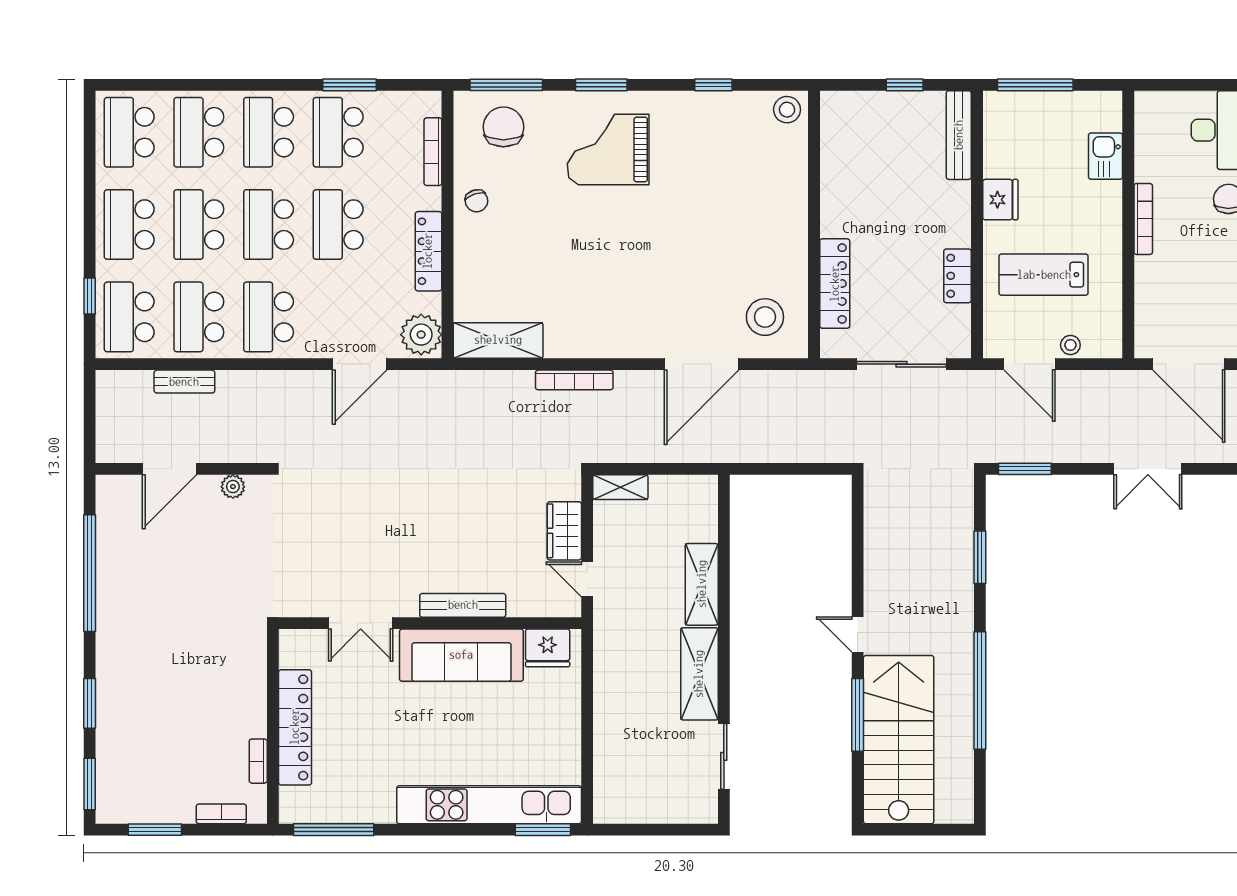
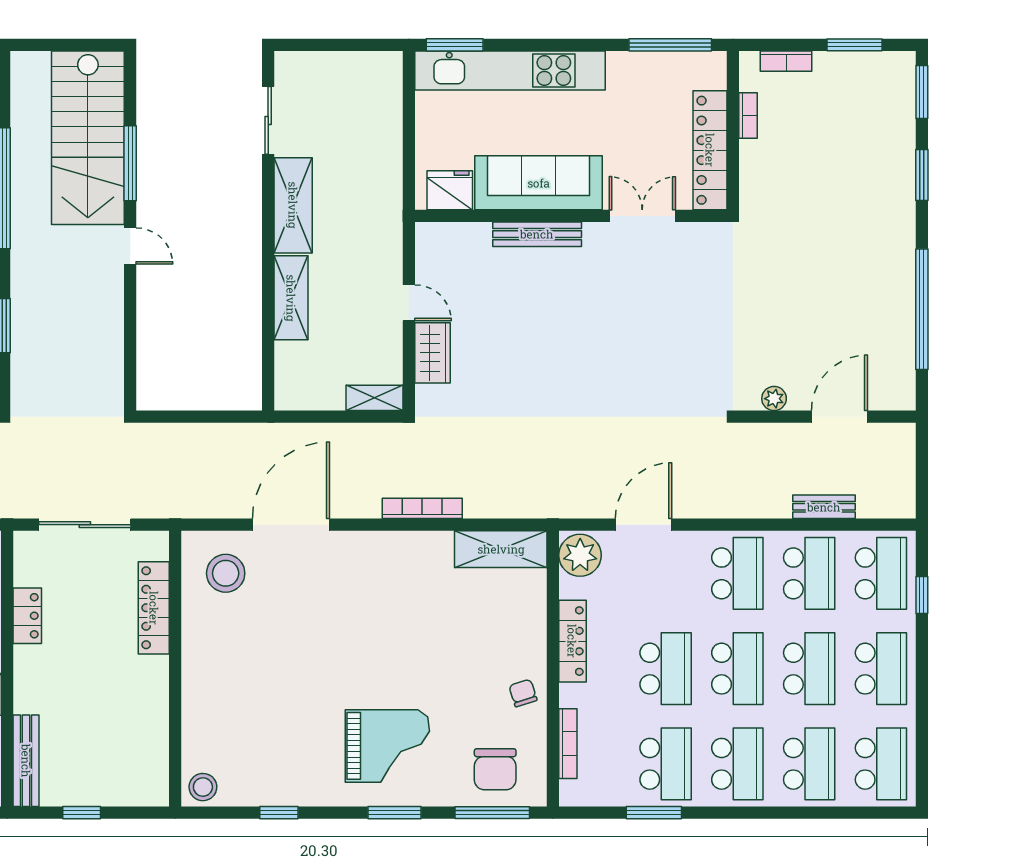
bench: (463, 605) -> (537, 234), moved
double door: (361, 623) -> (642, 216), moved
wall: (430, 623) -> (571, 216), moved
fridge: (548, 648) -> (450, 190), moved
sofa: (461, 655) -> (539, 183), moved

